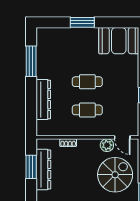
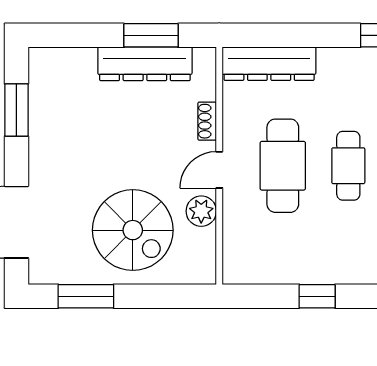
dresser: (43, 99) -> (269, 64), moved
cafe table: (87, 110) -> (283, 166), width x1.37, depth x1.35
door: (122, 137) -> (219, 170), moved

